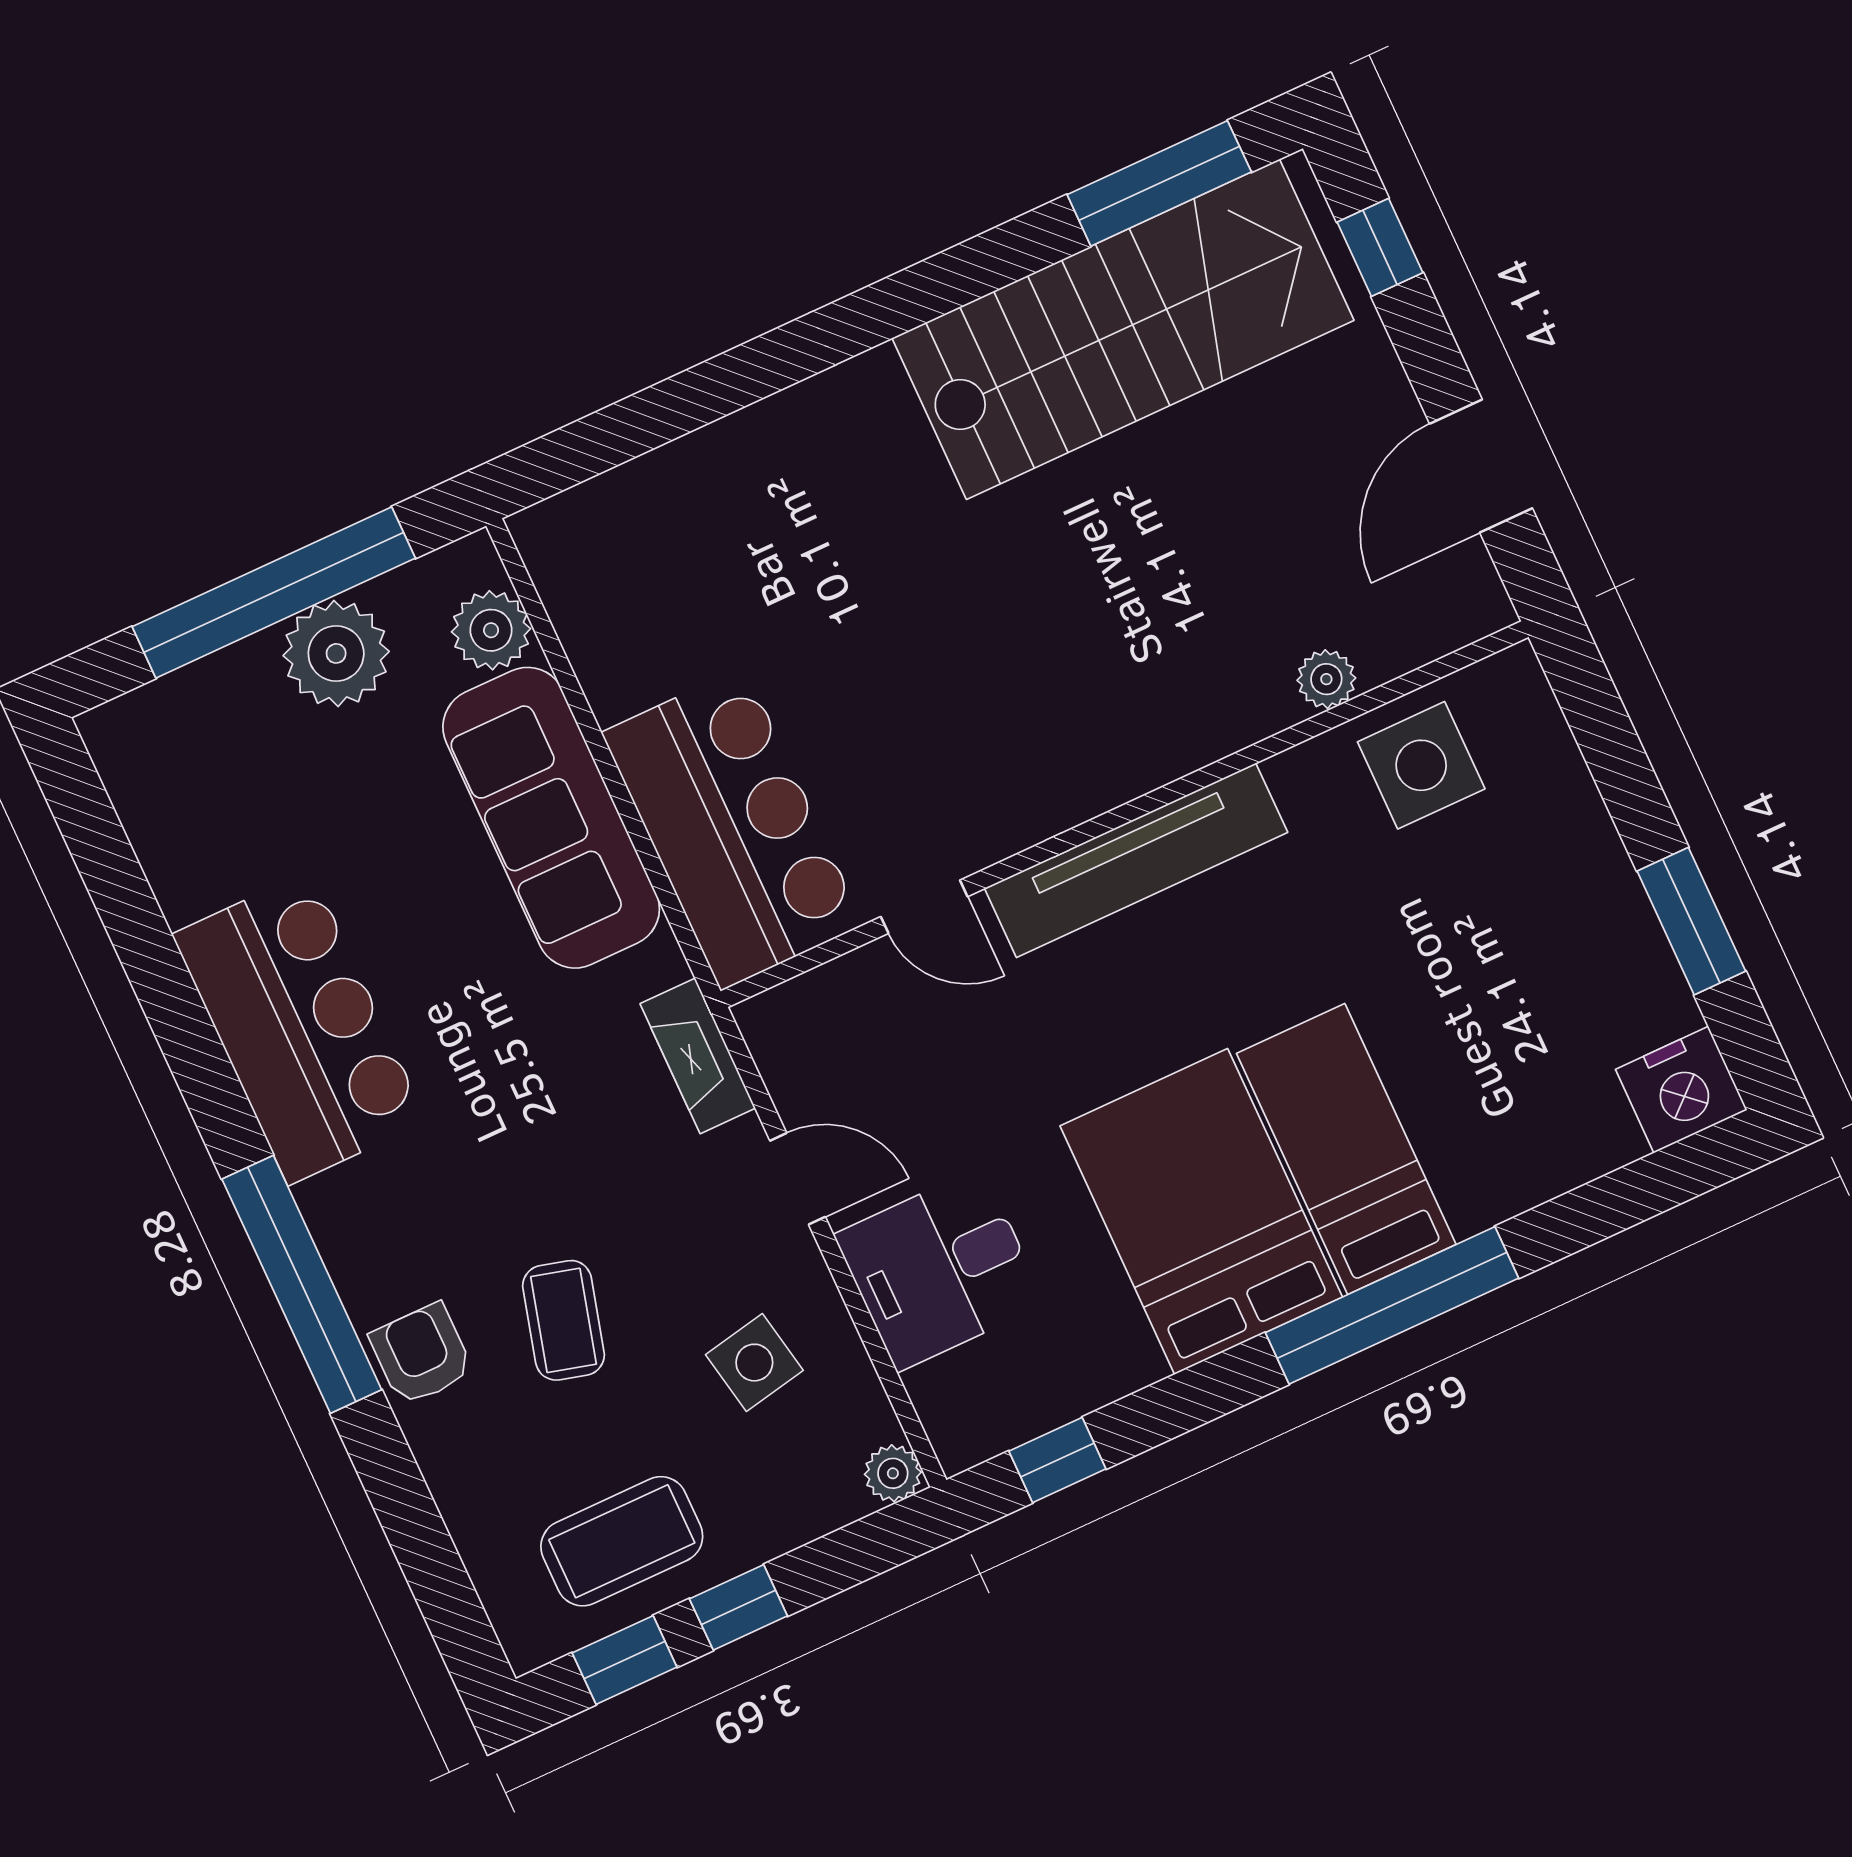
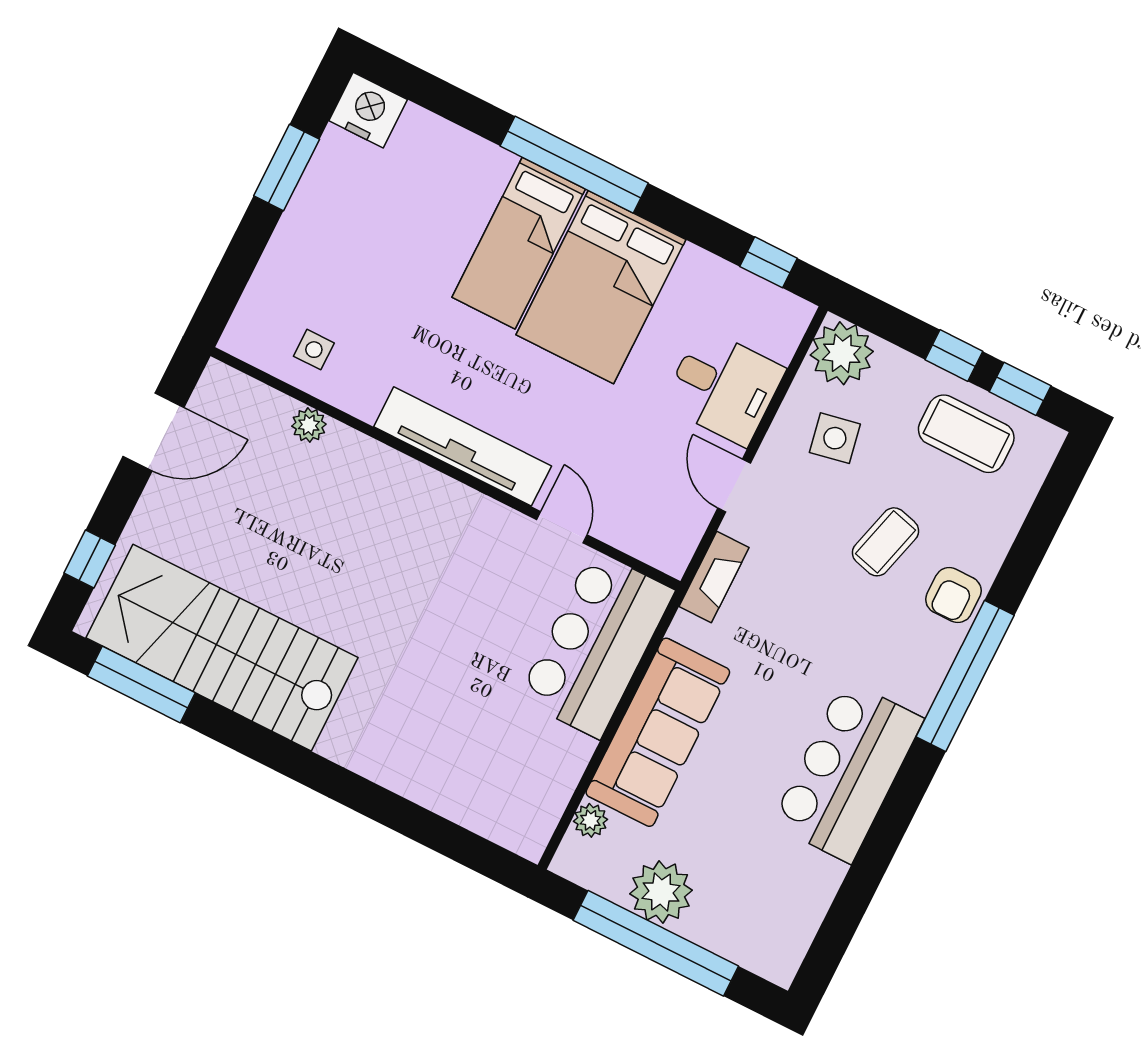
plant: (491, 630) -> (590, 820), width x0.73, depth x0.73
side table: (1421, 765) -> (314, 350), width x0.54, depth x0.54
plant: (893, 1473) -> (842, 353), width x1.88, depth x1.88

